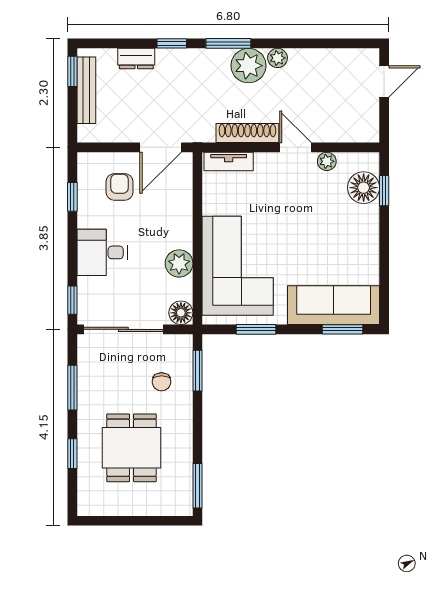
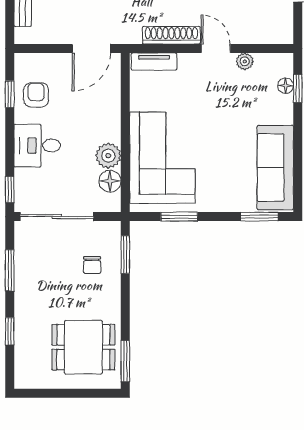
armchair: (119, 187) -> (36, 95), moved
floor lamp: (364, 188) -> (286, 86), width x0.53, depth x0.53
sofa: (334, 305) -> (275, 168), moved, turned -90
floor lamp: (181, 313) -> (110, 181), moved
dining table: (132, 448) -> (83, 347), moved, turned 90

